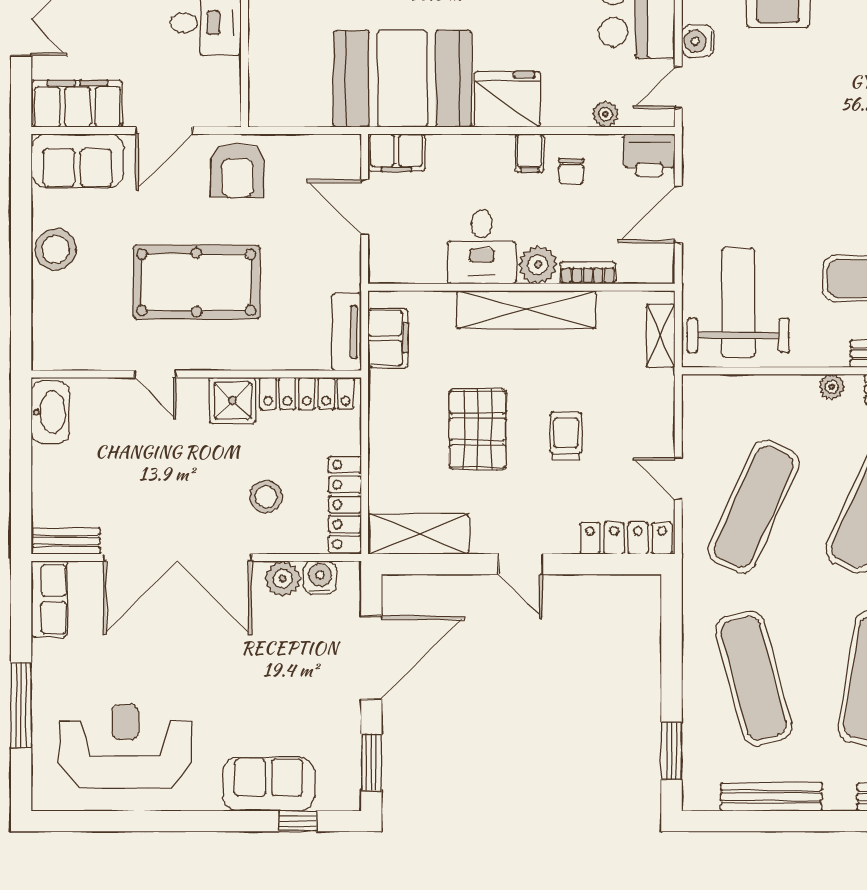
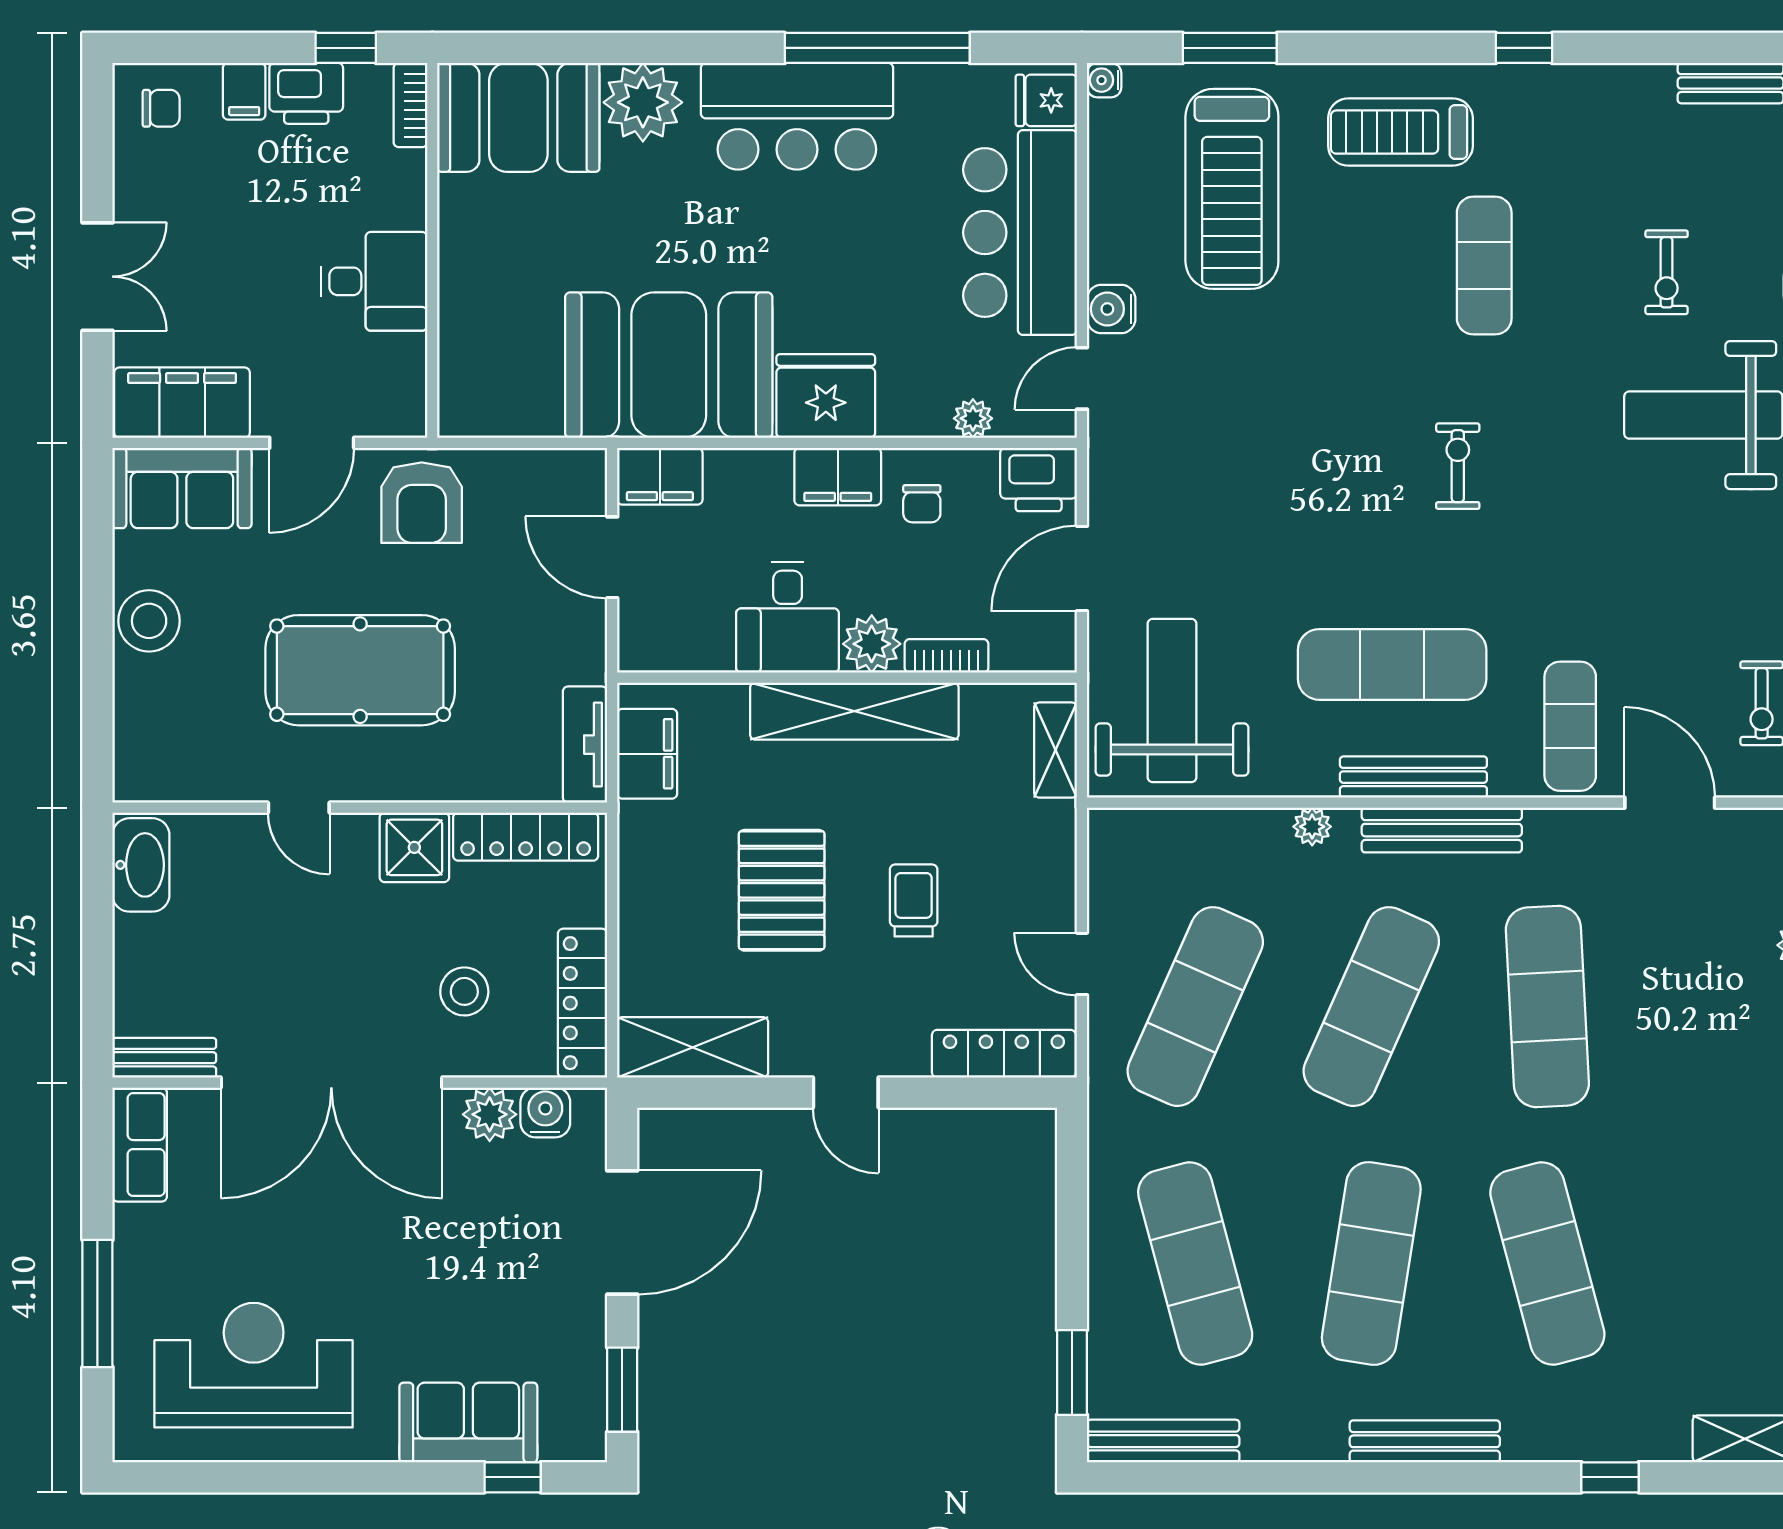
filing cabinet: (530, 153) -> (838, 477), width x2.00
bench: (771, 797) -> (1163, 1441), moved

